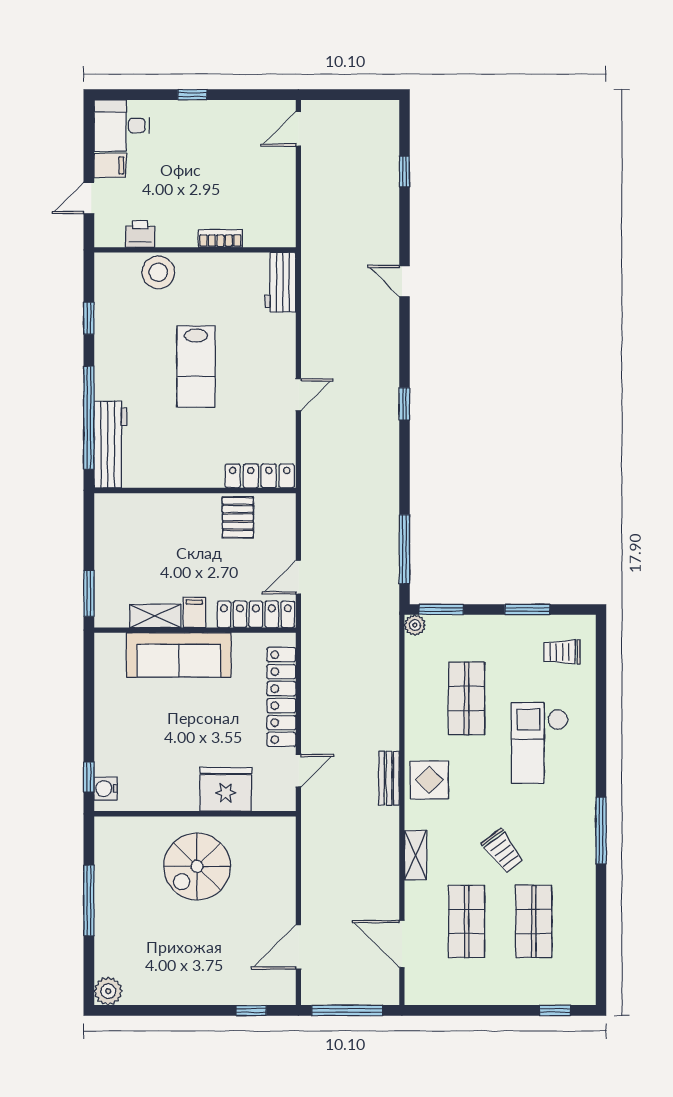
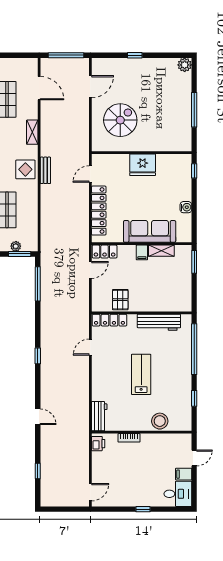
printer: (140, 234) -> (98, 444), moved, turned -90
door: (298, 395) -> (90, 347), moved
workbench: (110, 444) -> (159, 322), moved, turned -90
locker: (256, 614) -> (105, 252), width x0.66
plant: (415, 625) -> (16, 246), moved
water cooler: (106, 788) -> (186, 207), moved
fridge: (226, 789) -> (143, 165), moved
spiral stairs: (197, 866) -> (120, 120), moved
window: (251, 1010) -> (135, 55), moved

